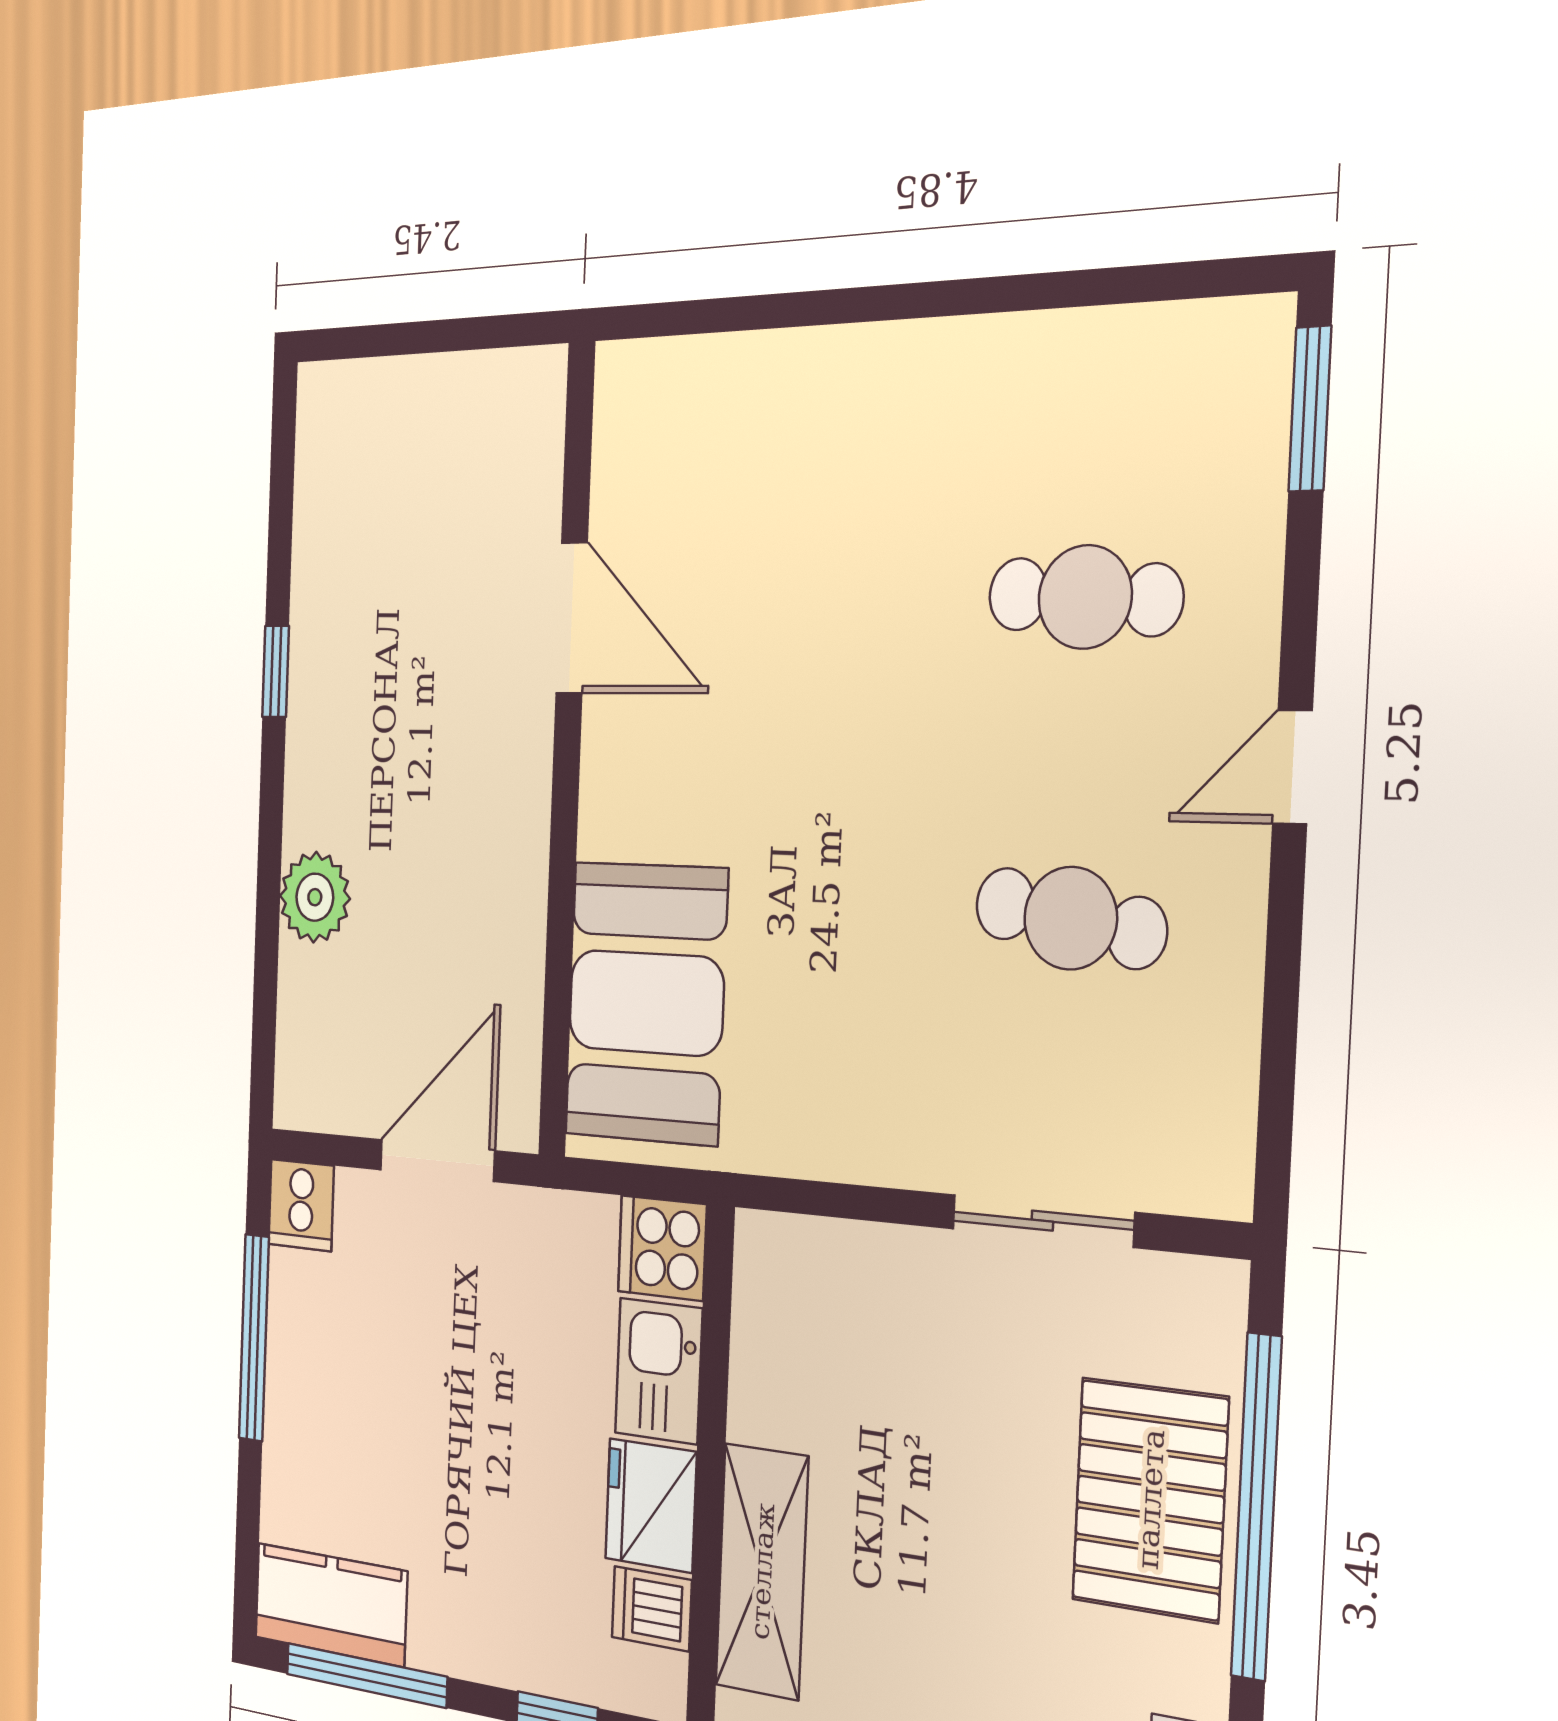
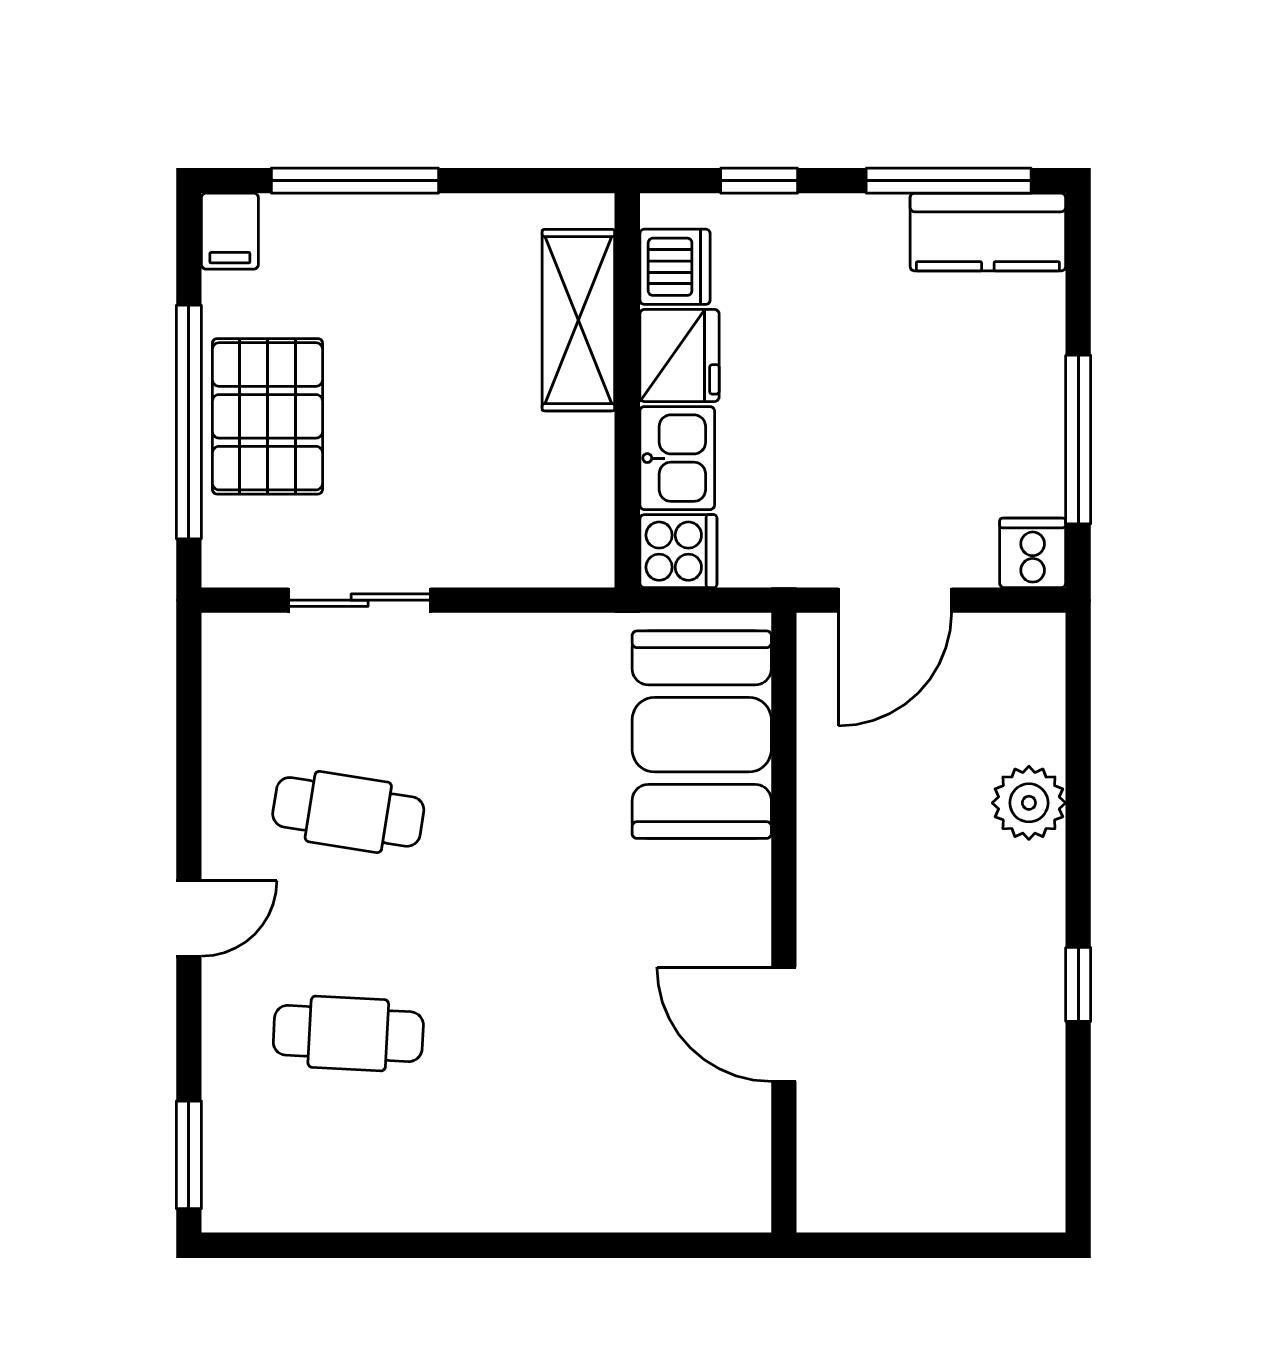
dishwasher: (652, 1609) -> (675, 267), width x1.38

